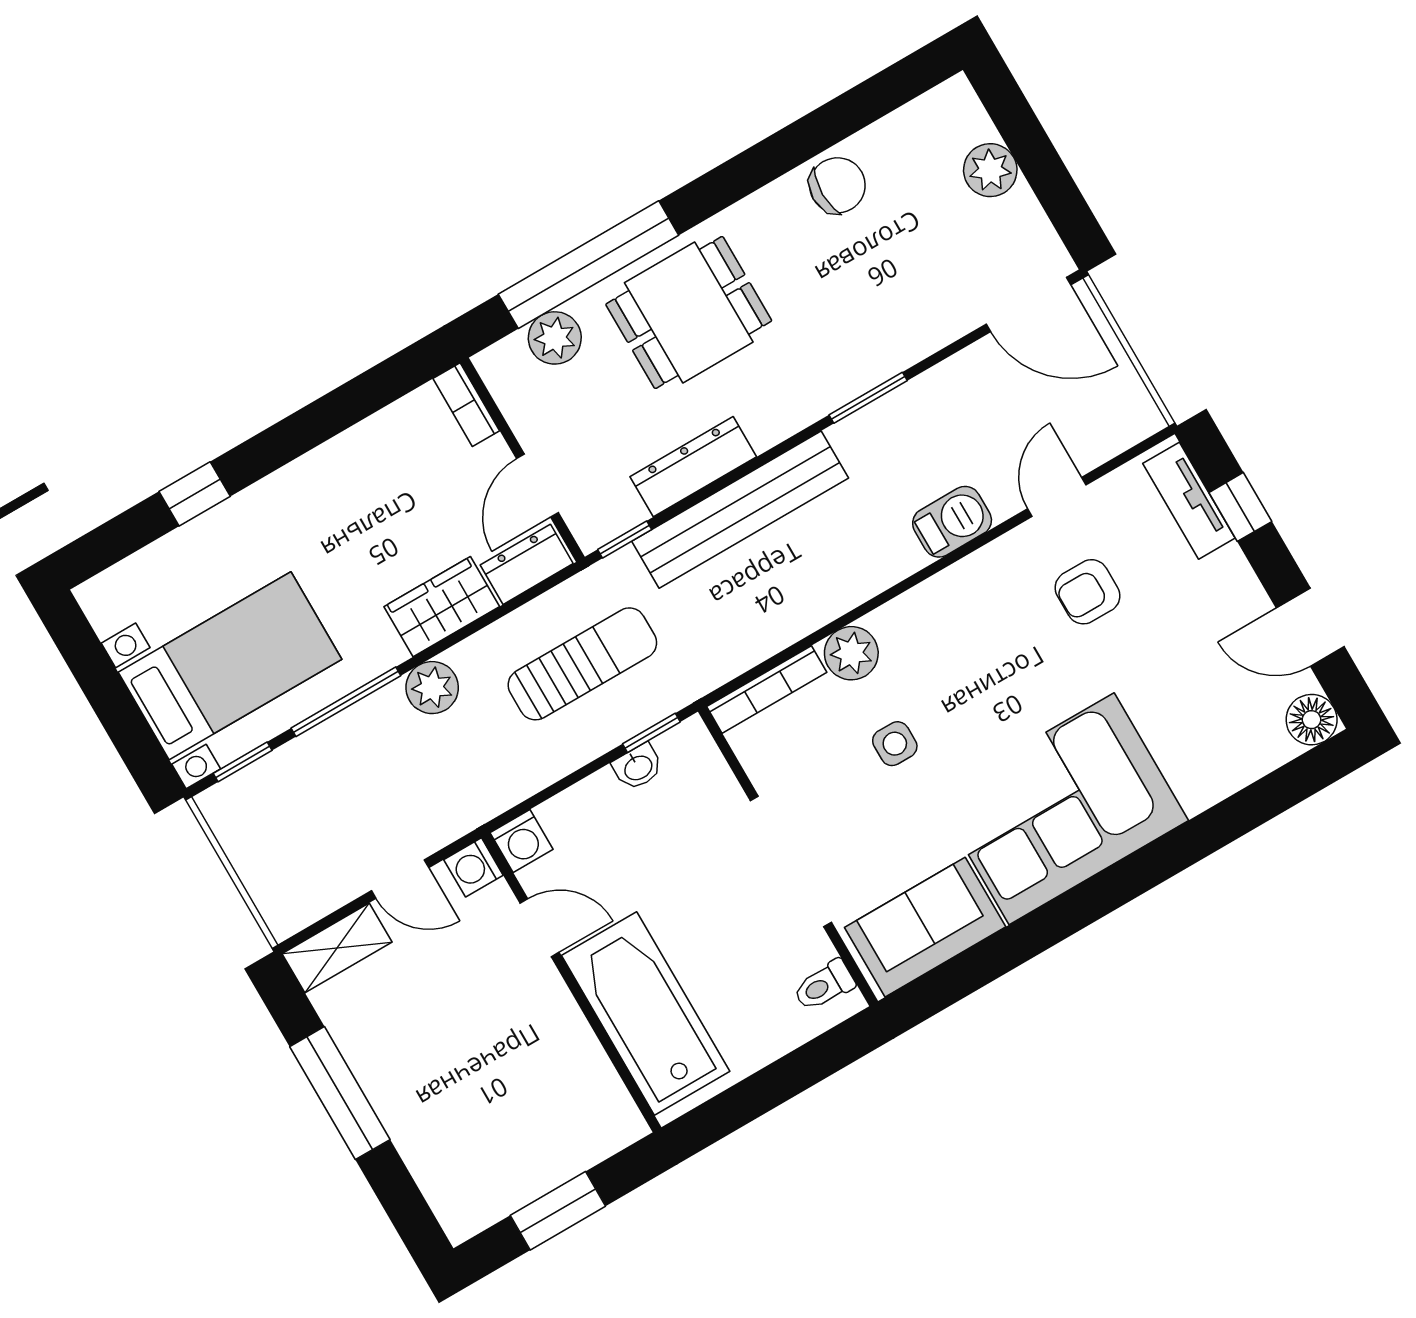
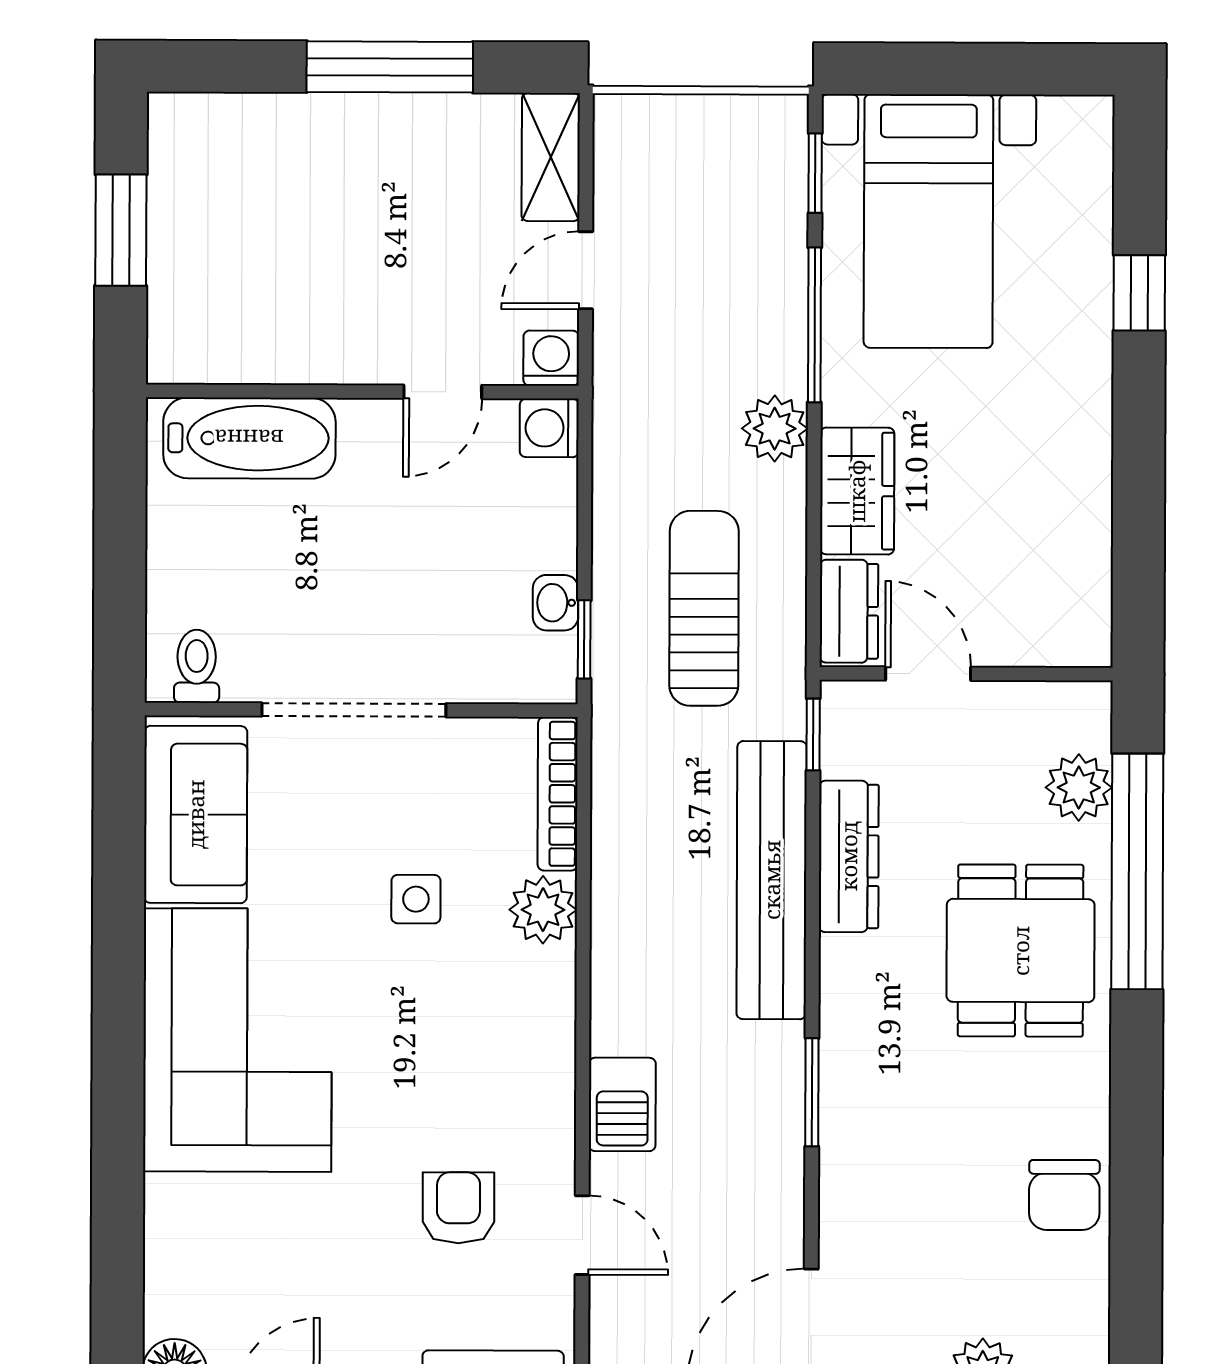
bookcase: (466, 405) -> (1063, 648), removed
sun lounger: (582, 664) -> (704, 608), turned 180
bathtub: (646, 1013) -> (249, 438), width x0.73, depth x0.73

